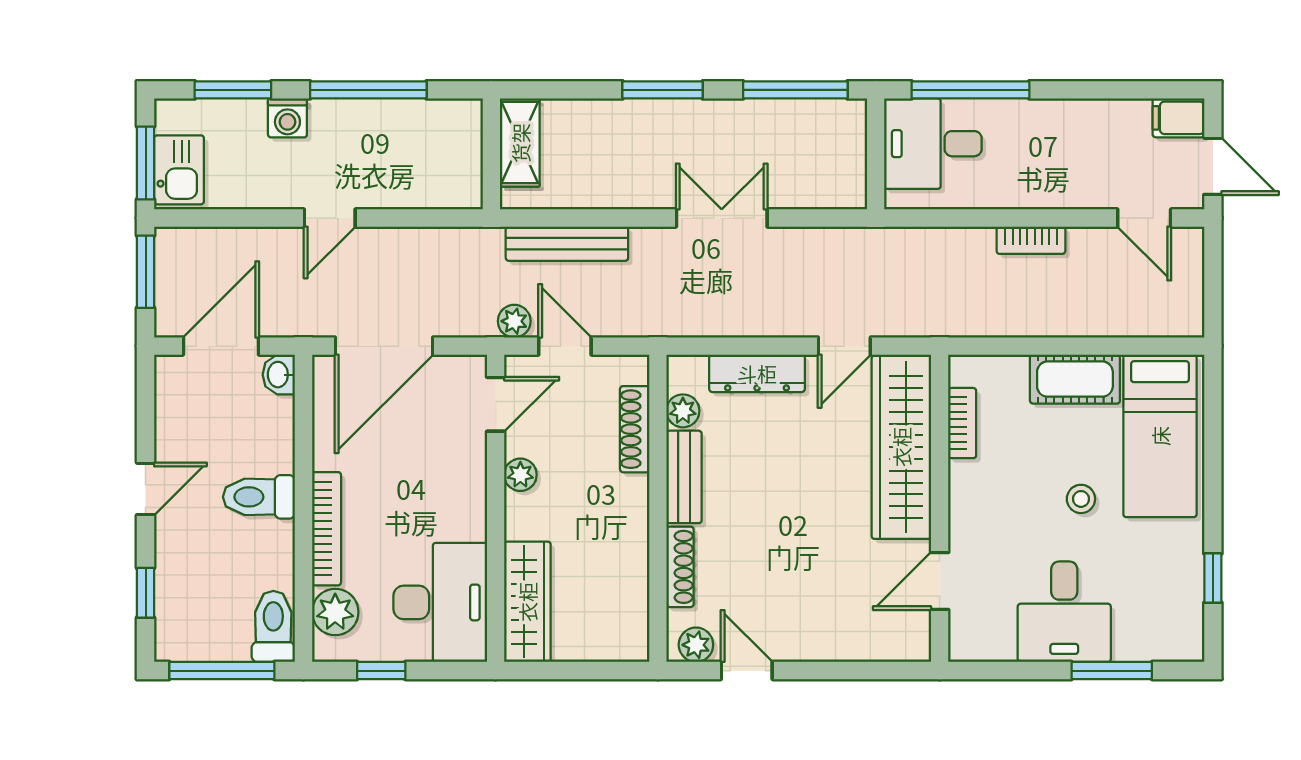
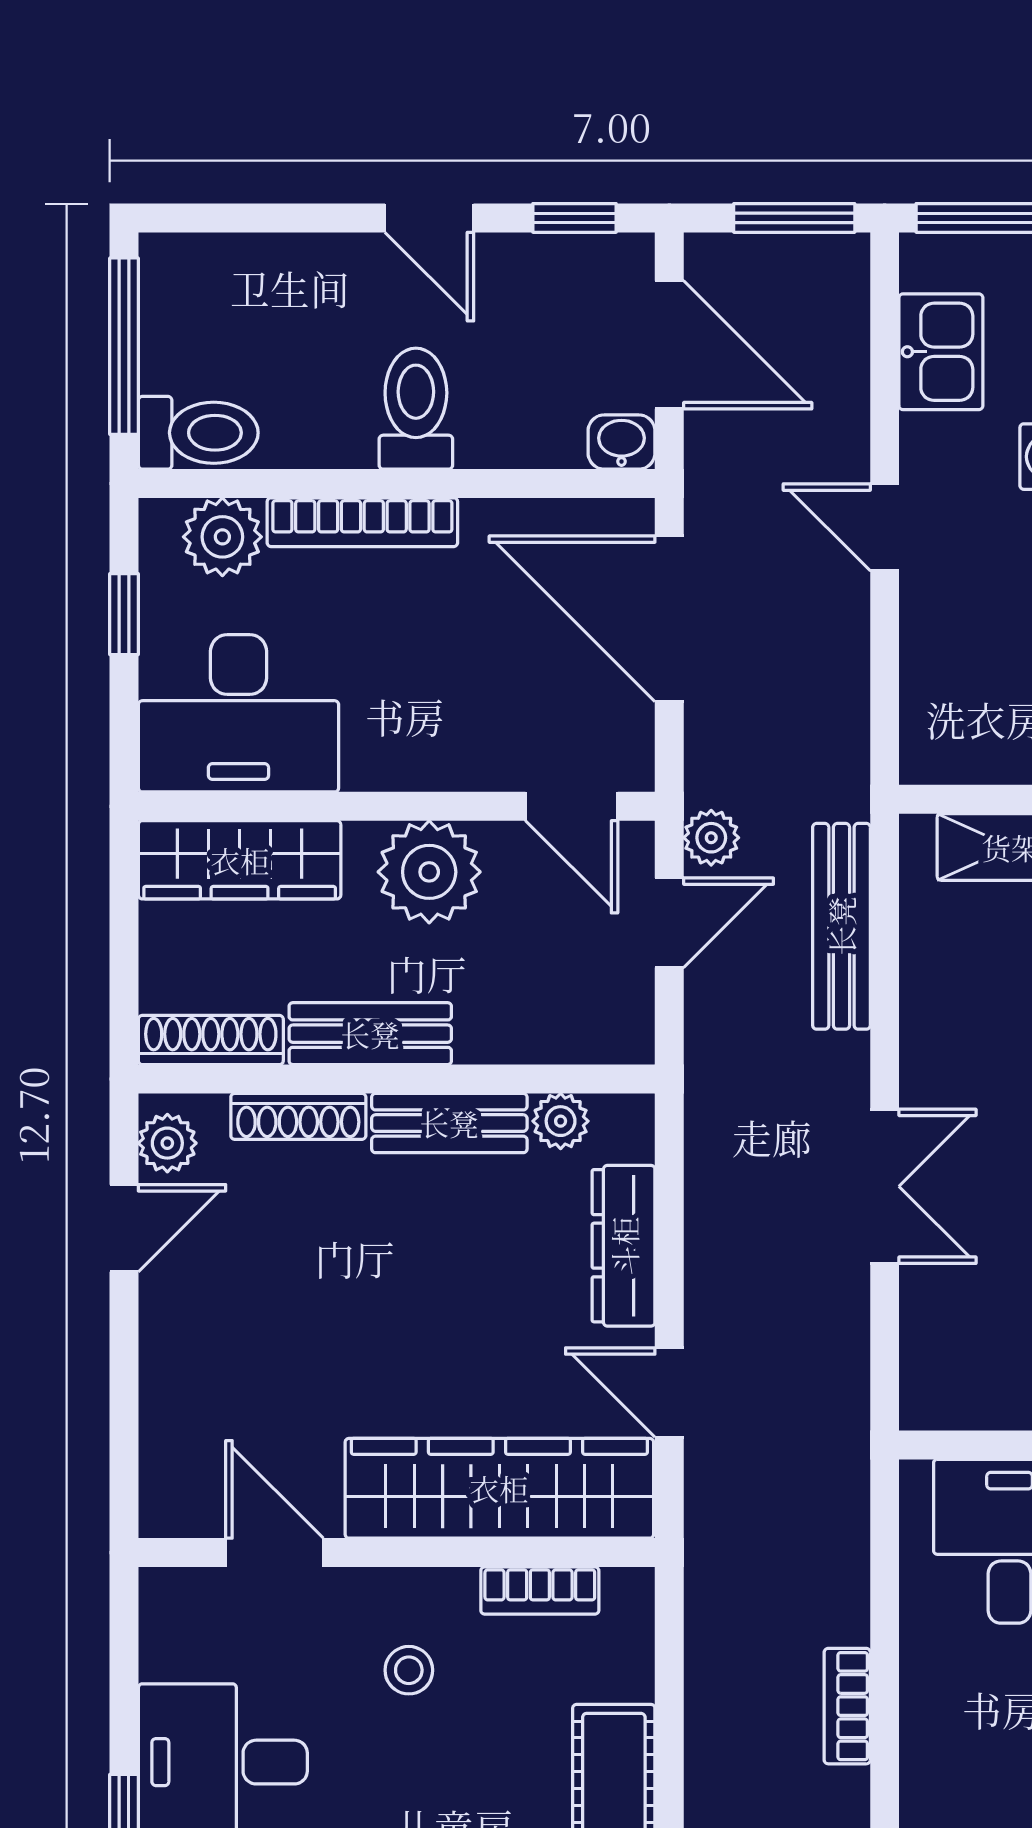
kitchen sink: (179, 170) -> (941, 352), moved, turned -90
shoe rack: (635, 429) -> (211, 1040), moved
plant: (520, 475) -> (429, 872), width x1.88, depth x1.88
stool: (1081, 499) -> (409, 1670), moved
bench: (631, 524) -> (370, 1034), added
window: (146, 593) -> (574, 218), moved

